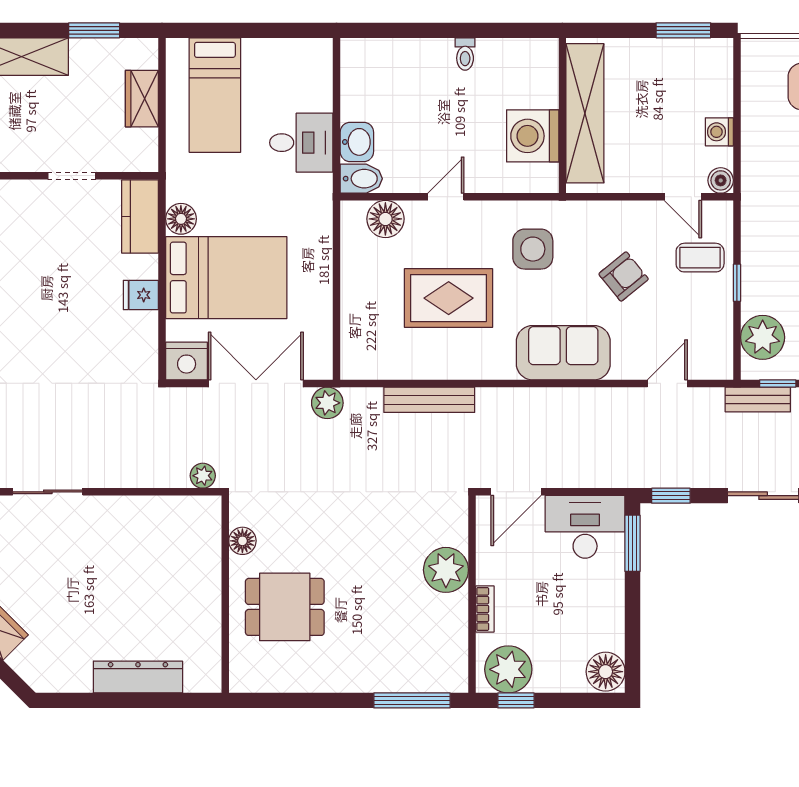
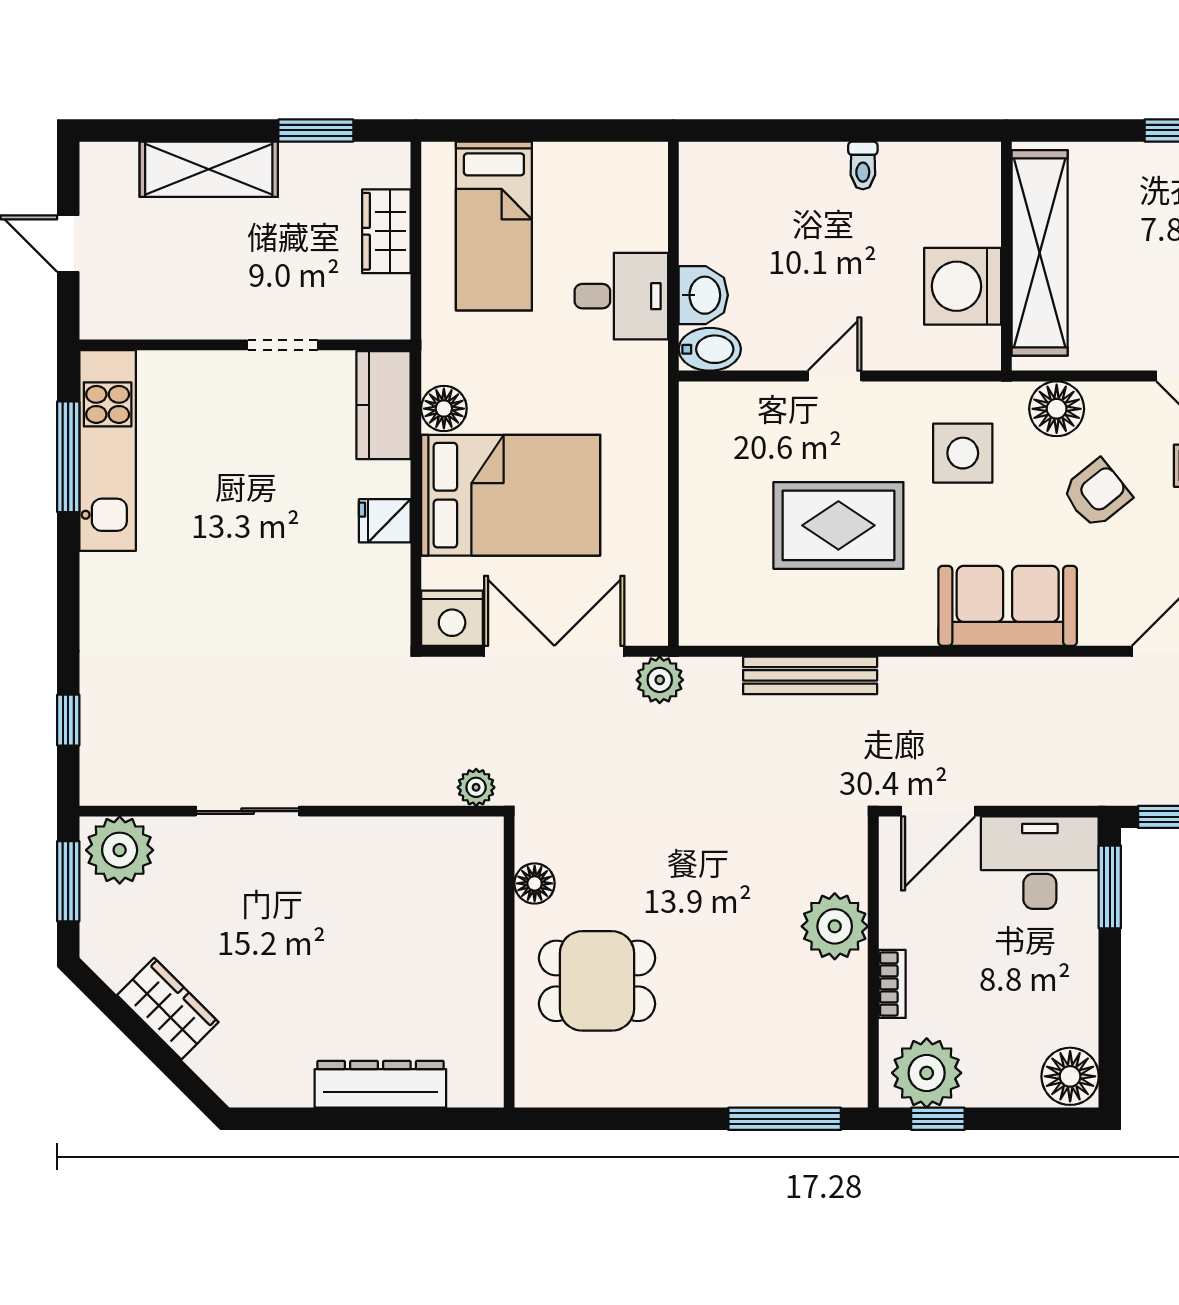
floor lamp: (385, 219) -> (1057, 409), moved

